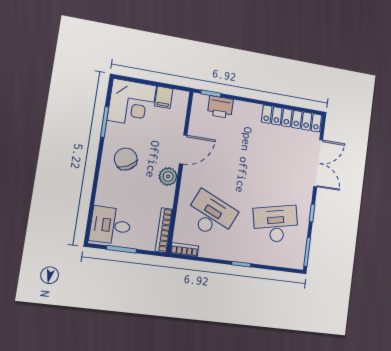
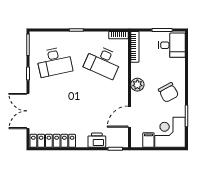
printer: (220, 107) -> (97, 140), moved
door: (183, 150) -> (129, 117), moved

